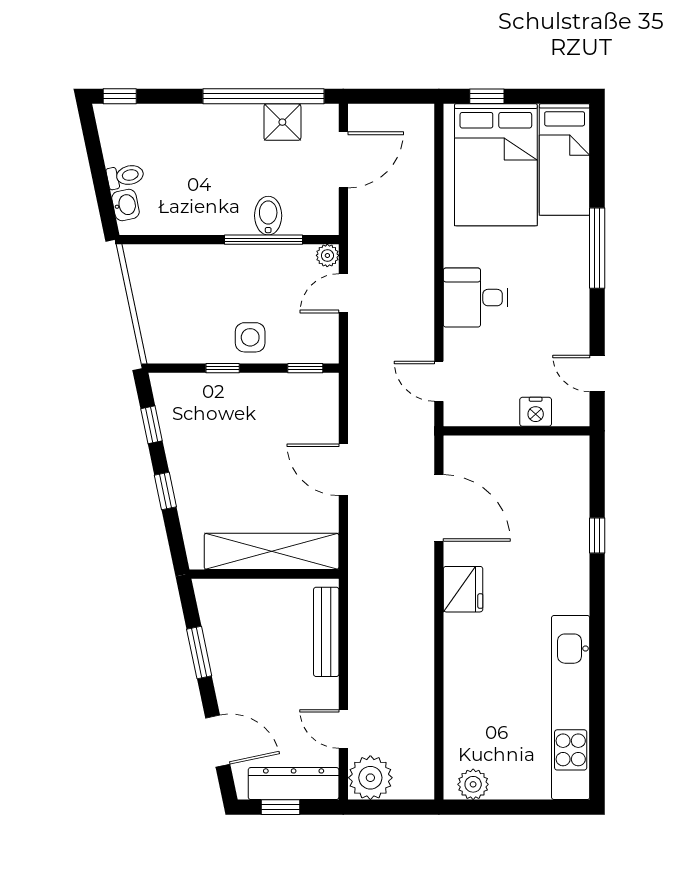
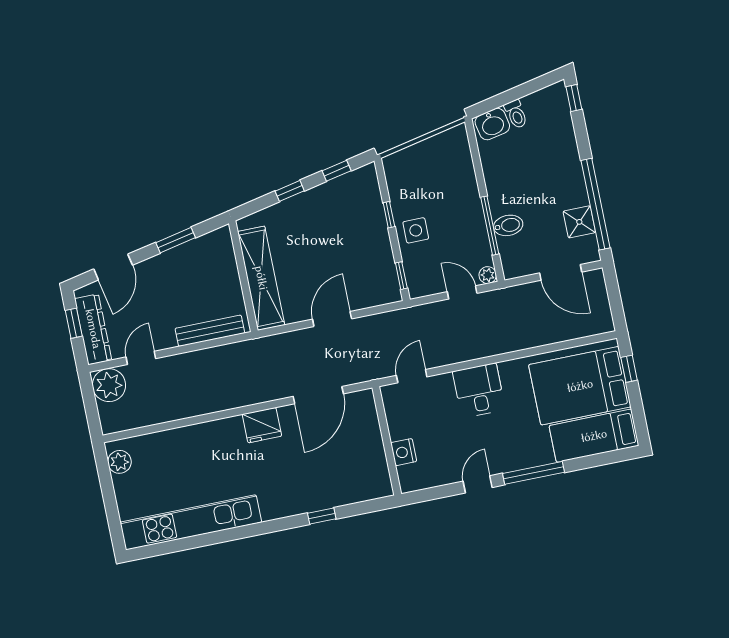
washbasin: (126, 205) -> (492, 124), width x1.38, depth x1.45
door: (597, 373) -> (478, 484), moved

